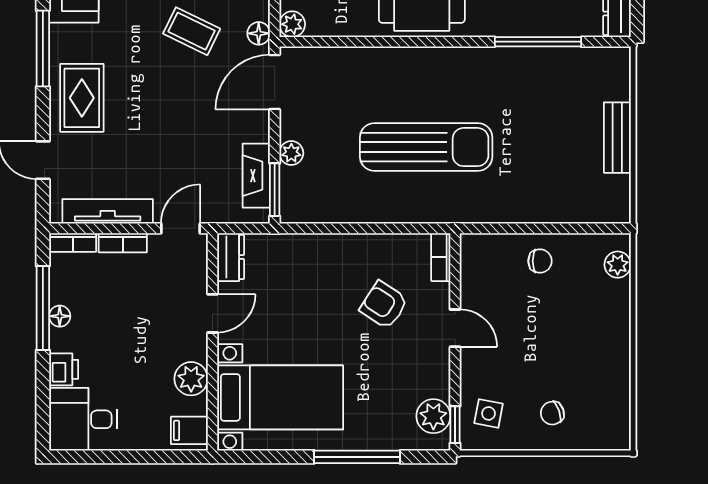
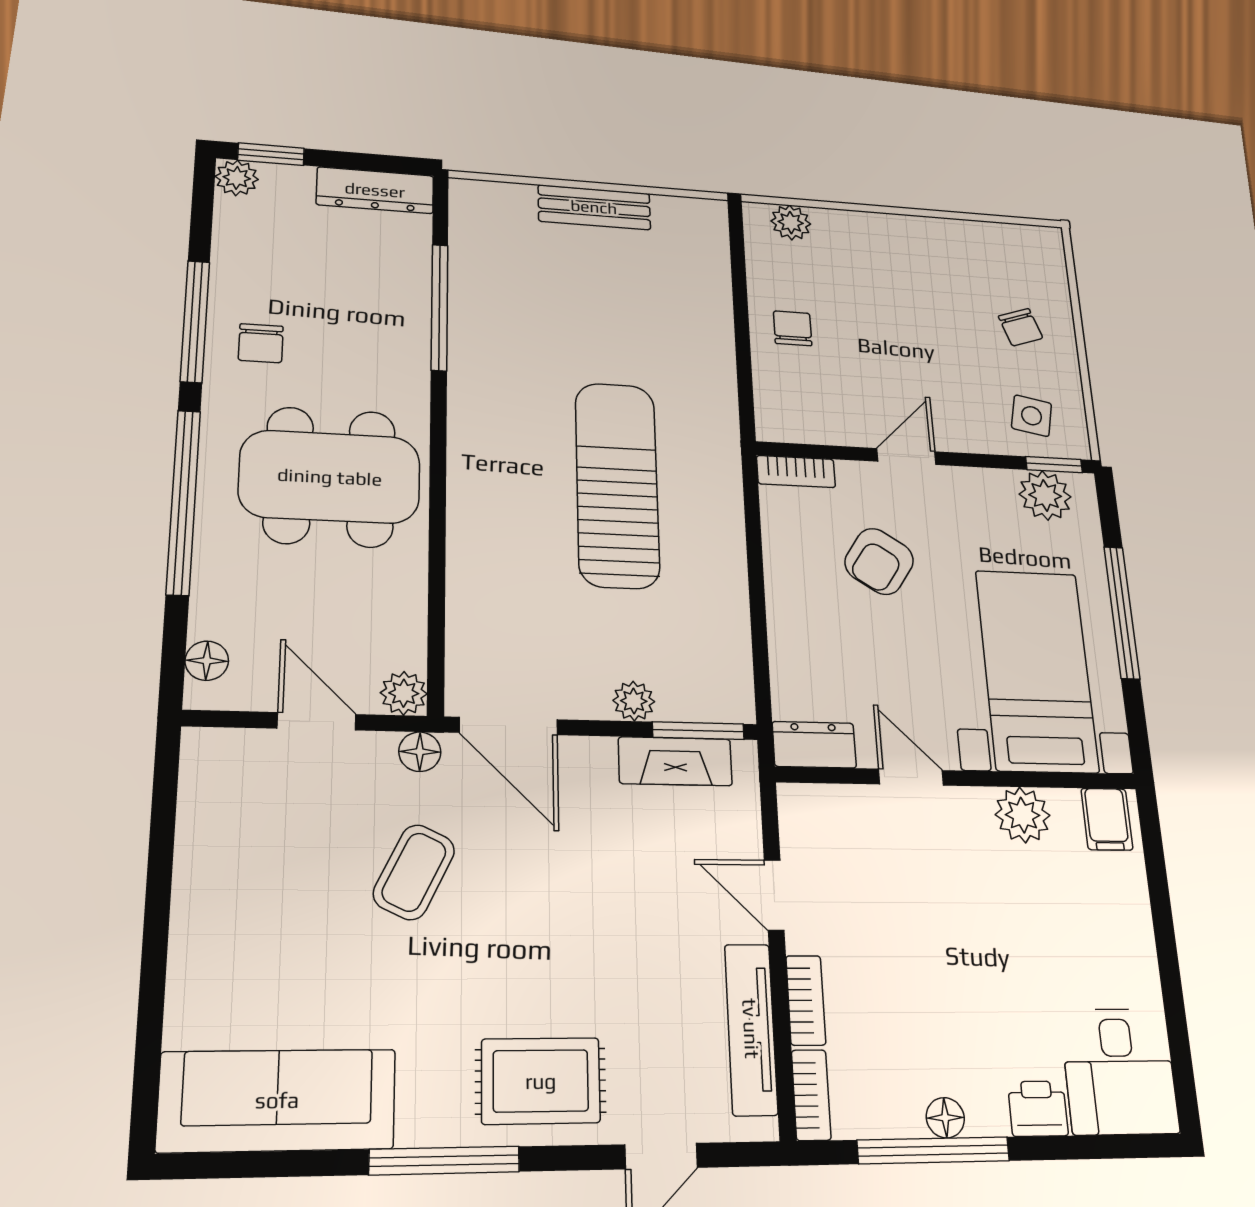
dresser: (231, 257) -> (814, 745), moved
door: (212, 313) -> (911, 777), moved
wall: (212, 342) -> (958, 778), moved
plant: (191, 379) -> (1023, 815), moved
bed with nightstands: (280, 397) -> (1037, 670), moved
filing cabinet: (189, 430) -> (1107, 819), moved

